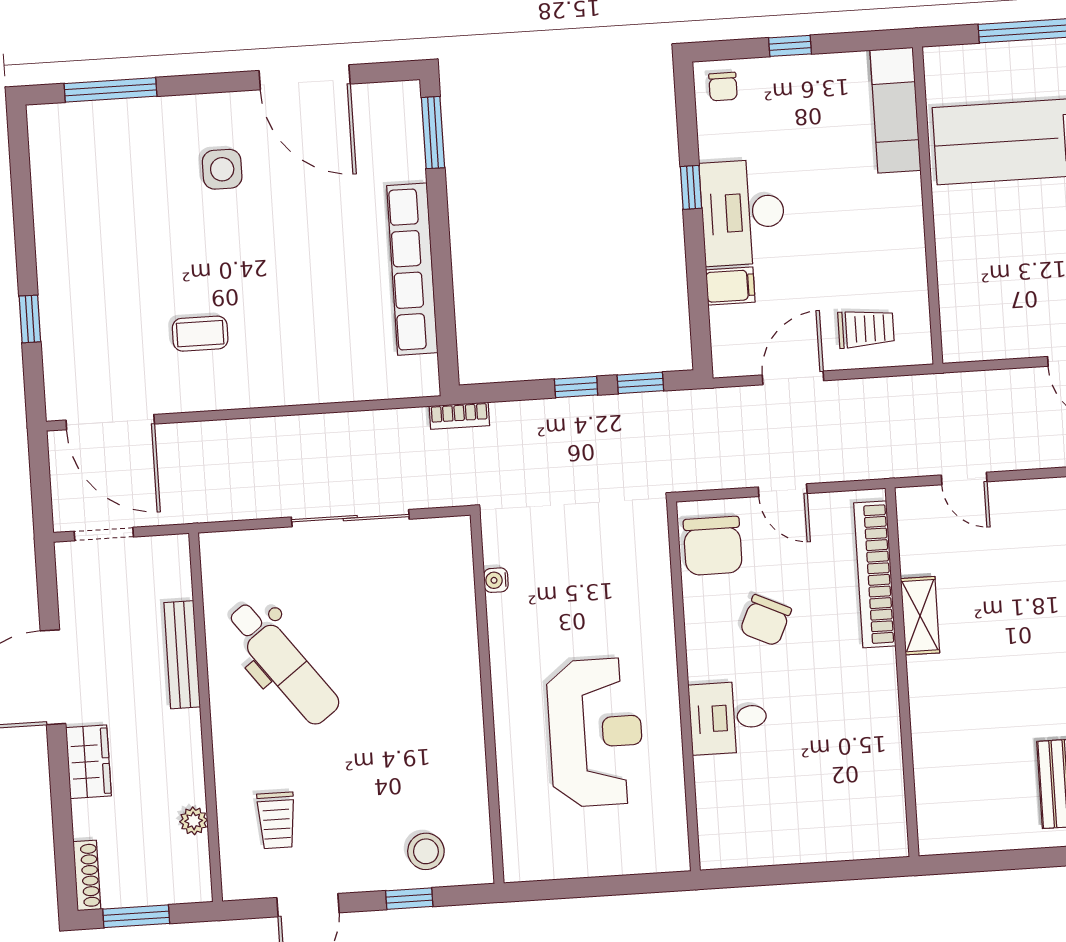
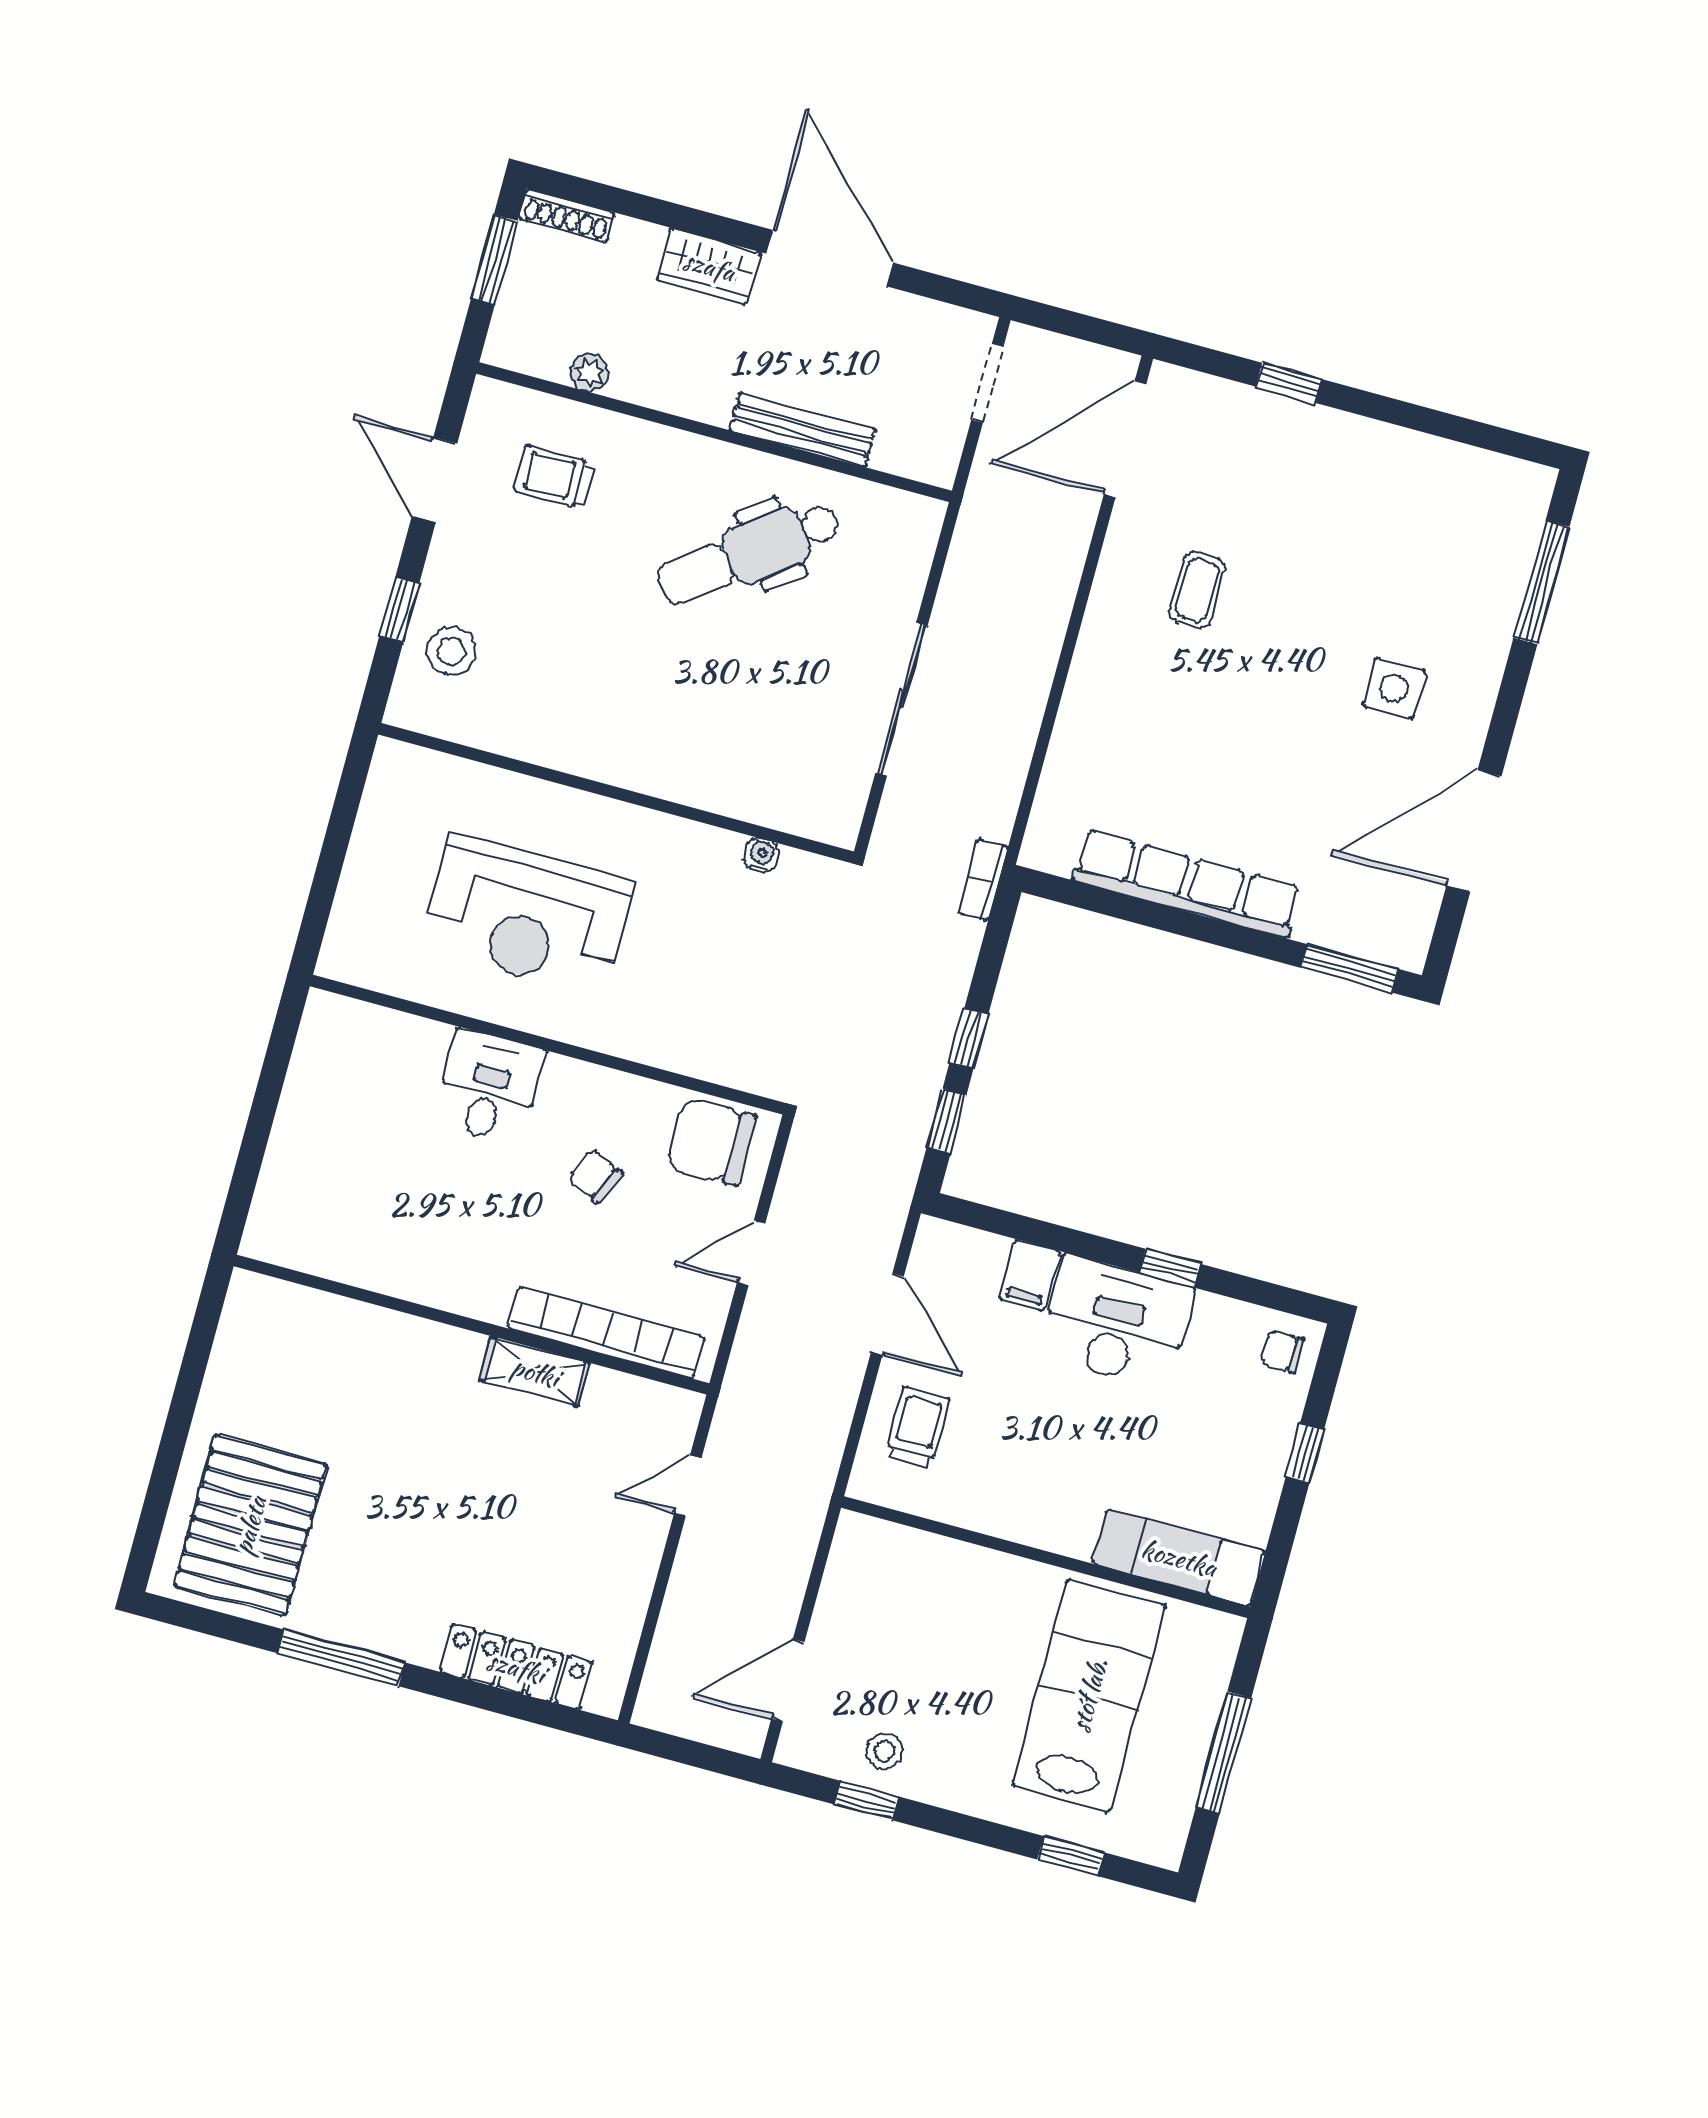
trolley: (866, 329) -> (918, 1427), turned 180
chair: (766, 620) -> (595, 1176), width x0.73, depth x0.73

